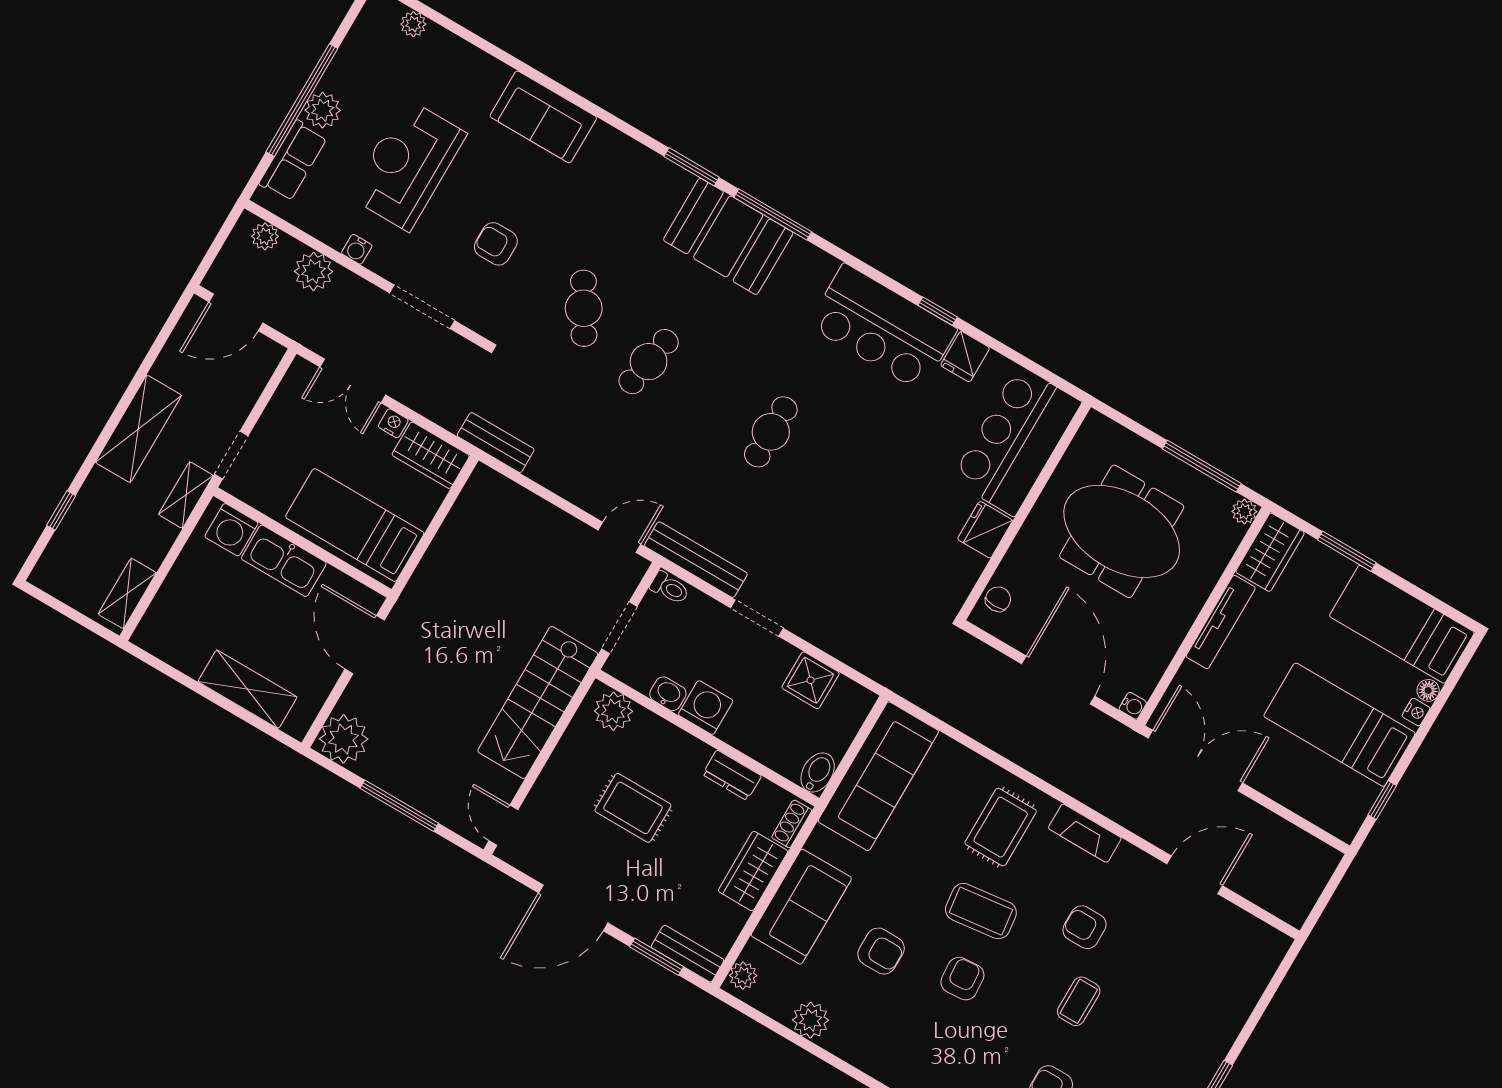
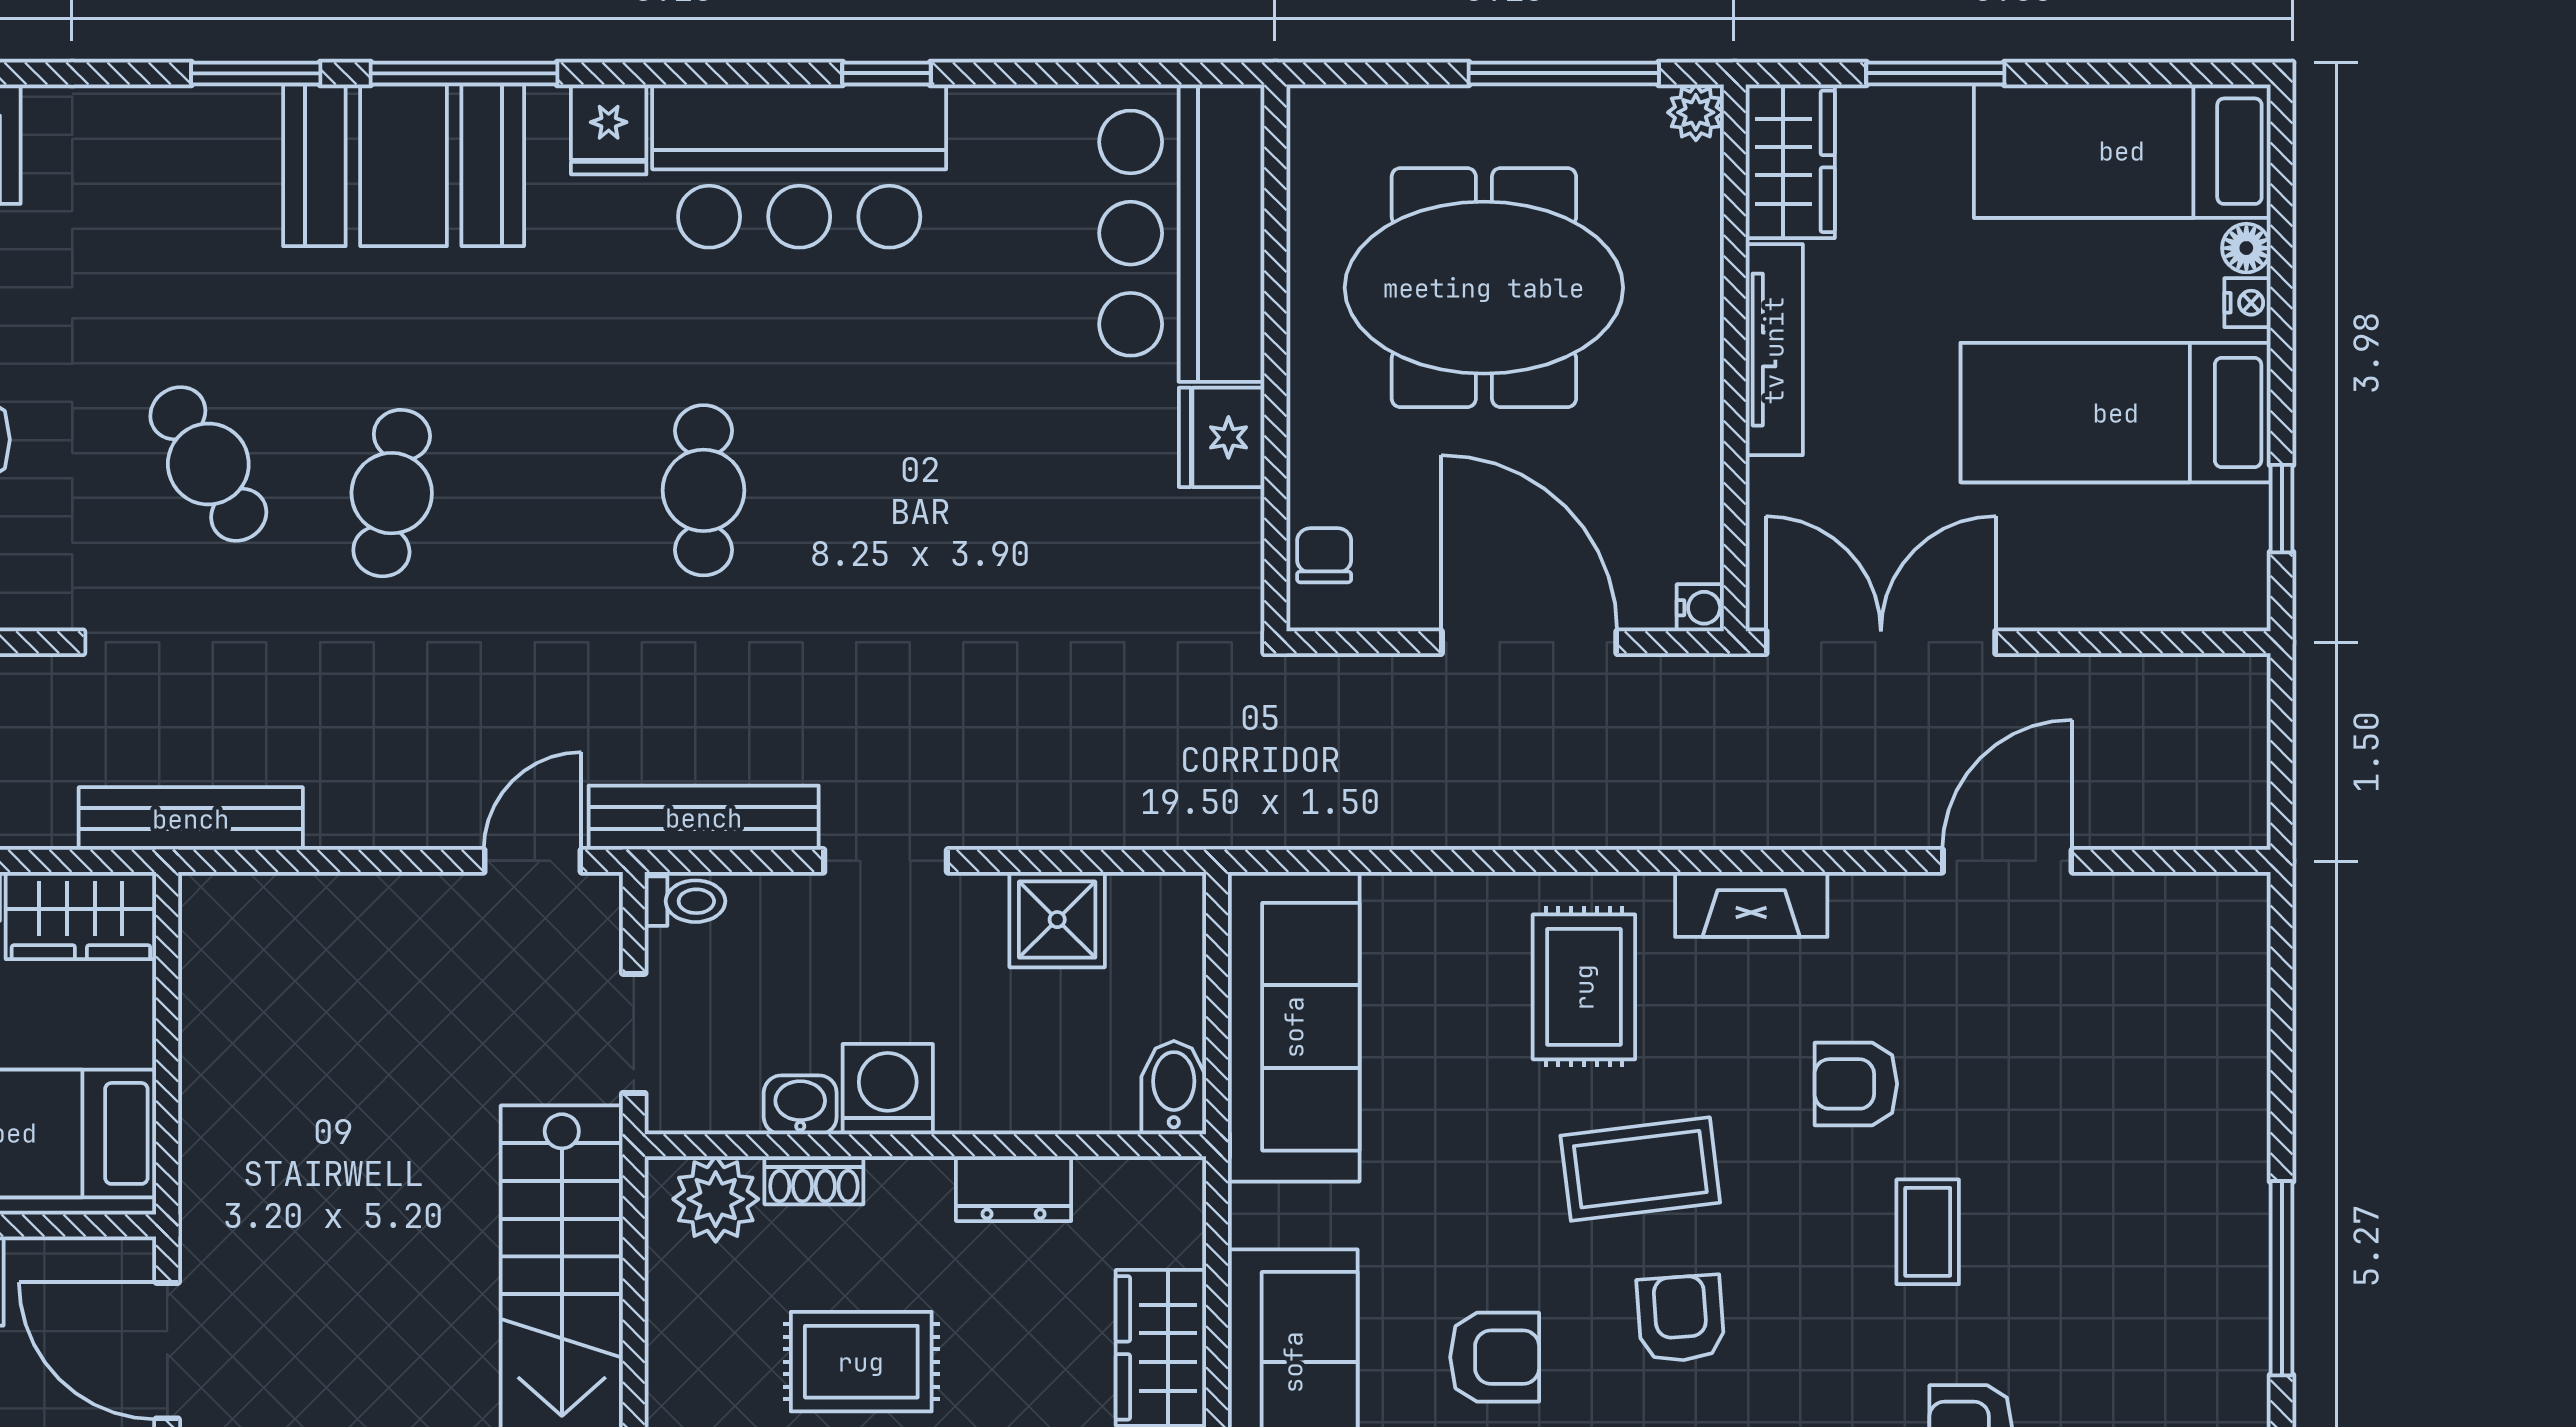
fridge: (965, 357) -> (609, 129), moved
bench: (496, 443) -> (191, 819), width x1.36
shoe rack: (792, 824) -> (814, 1180), moved, turned -90

